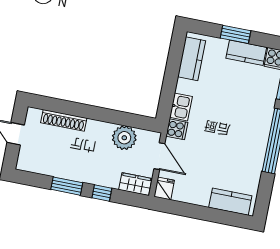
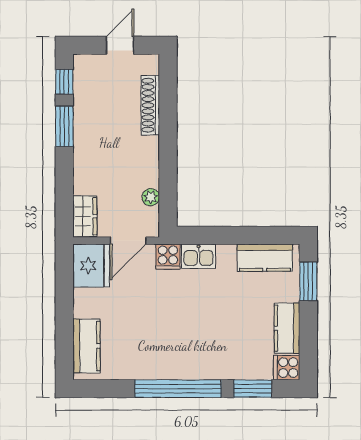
window: (235, 34) -> (308, 281), moved
plant: (124, 138) -> (151, 197), width x0.53, depth x0.53
fridge: (164, 188) -> (91, 266), width x1.88, depth x1.34
window: (102, 193) -> (64, 82), moved

